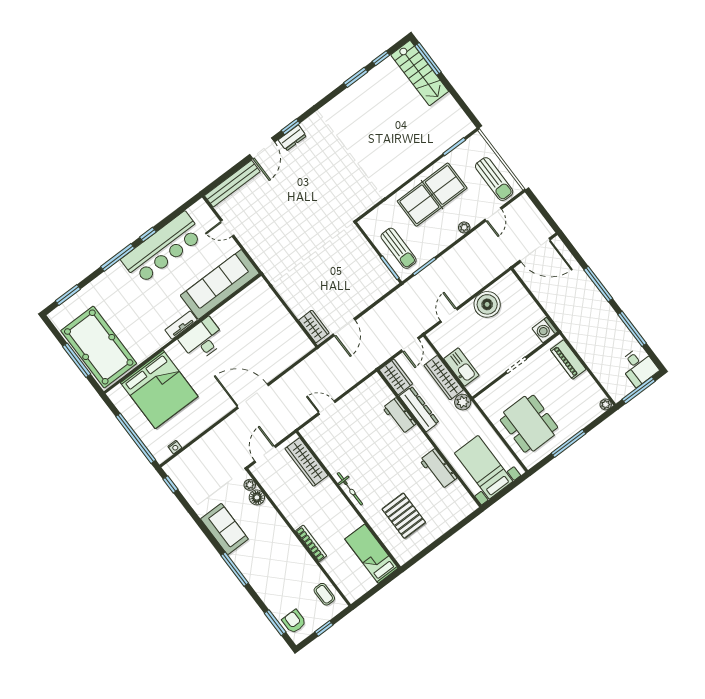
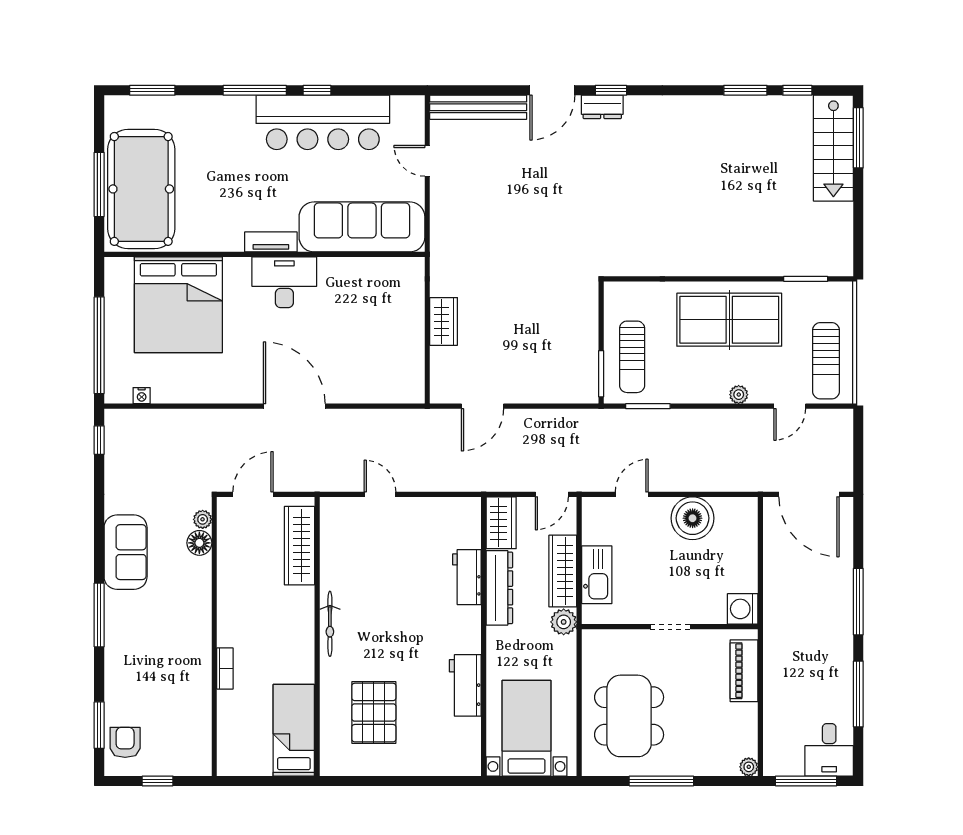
wardrobe: (314, 326) -> (444, 321), moved
bookcase: (311, 543) -> (225, 668), width x0.64
coffee table: (324, 594) -> (192, 737), removed

